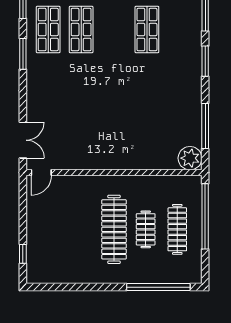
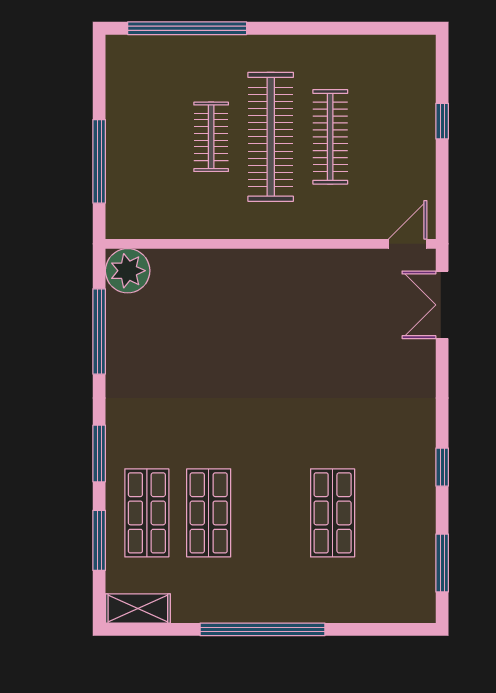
shop shelf: (48, 30) -> (147, 513), moved
window: (23, 54) -> (442, 467), width x0.67
window: (205, 216) -> (99, 161), width x0.68
clothes rail: (177, 229) -> (330, 137), moved
window: (23, 254) -> (442, 121), moved

